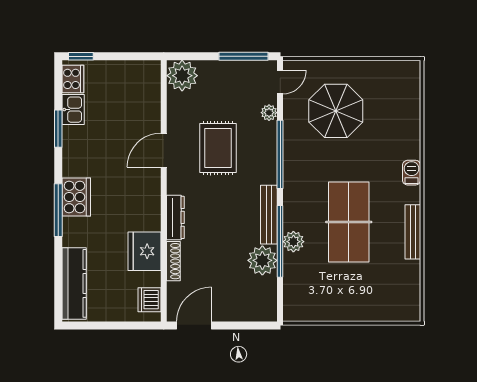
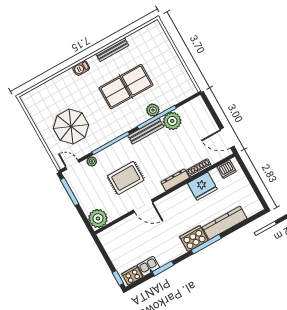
kitchen counter: (74, 283) -> (225, 223), moved

